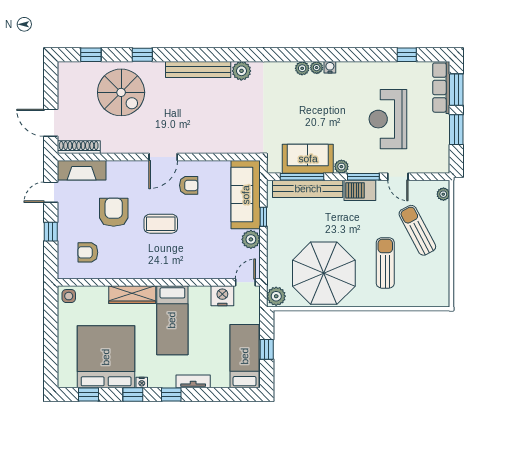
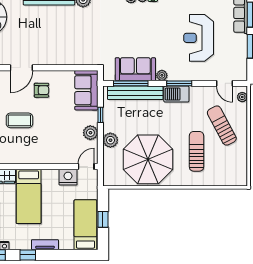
door: (398, 177) -> (224, 83), moved
sofa: (246, 195) -> (86, 90), width x0.73
plant: (276, 296) -> (110, 140), moved

